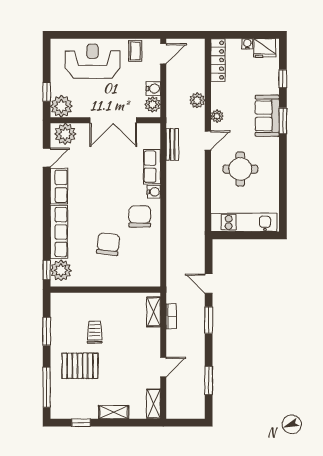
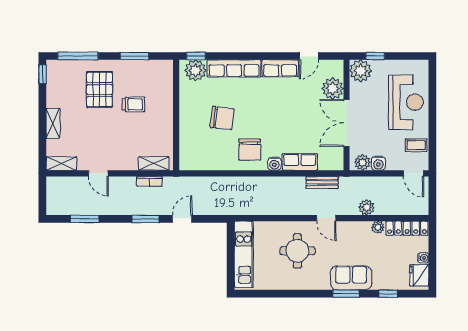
plant: (217, 116) -> (378, 227), moved
plant: (65, 134) -> (333, 89), moved
door: (47, 158) -> (309, 56), hinge flipped
chair: (140, 216) -> (250, 150), turned 90
window: (81, 423) -> (42, 74), moved

